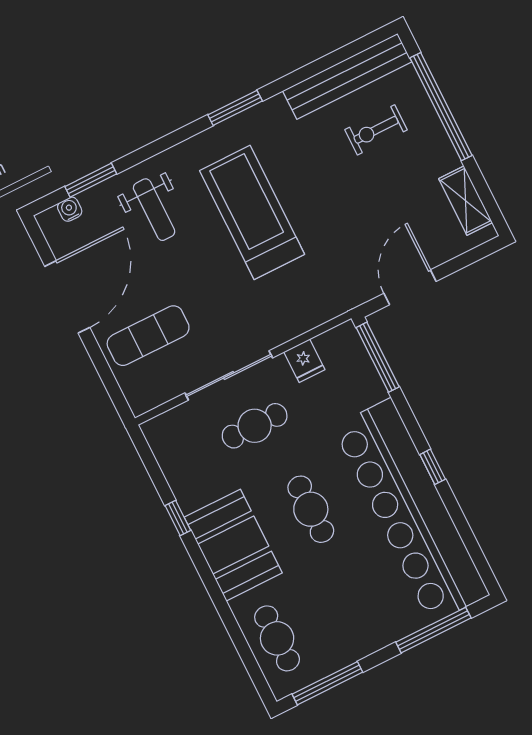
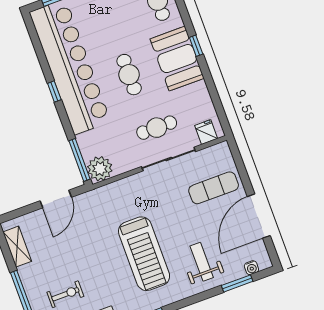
plant: (342, 346) -> (100, 169), added
fridge: (304, 361) -> (206, 132), moved
window: (178, 518) -> (196, 46), moved

